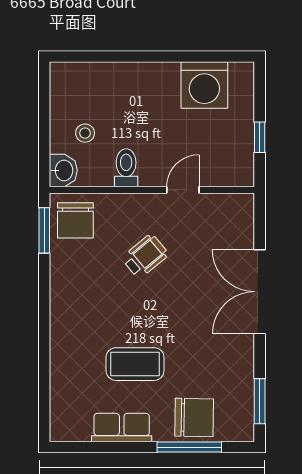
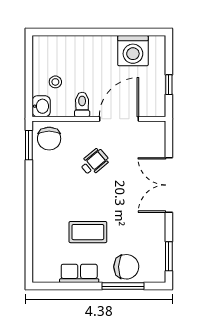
door: (183, 190) -> (119, 119), width x1.87

